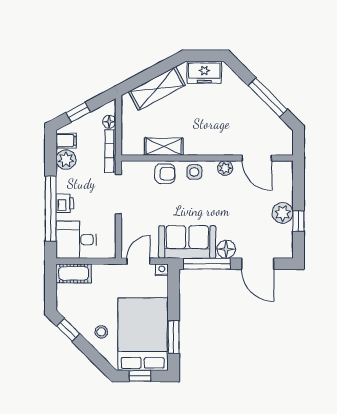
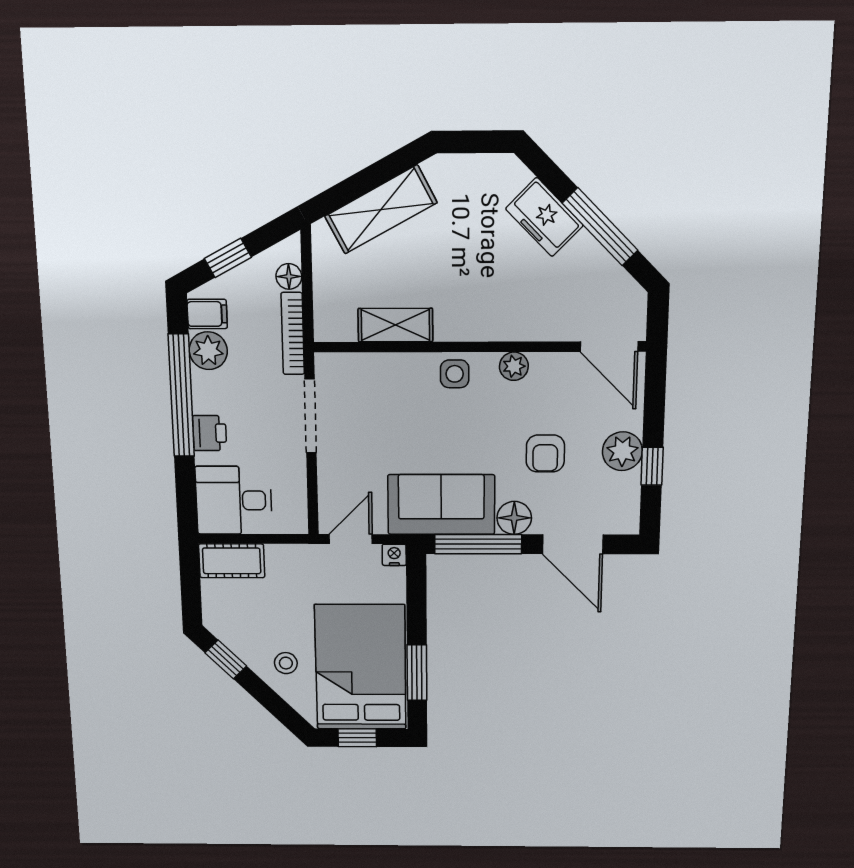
freezer: (204, 72) -> (544, 217), moved, turned 45
door: (257, 158) -> (609, 346), moved
armchair: (165, 174) -> (545, 453), moved, turned 90
window: (51, 209) -> (181, 396), moved

